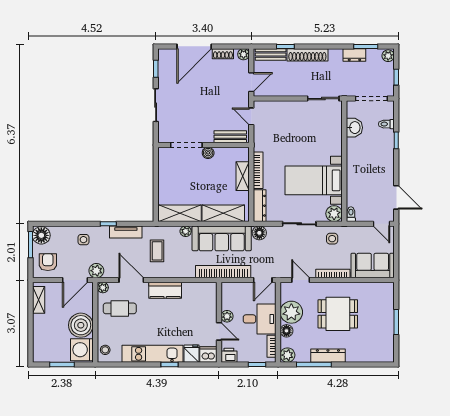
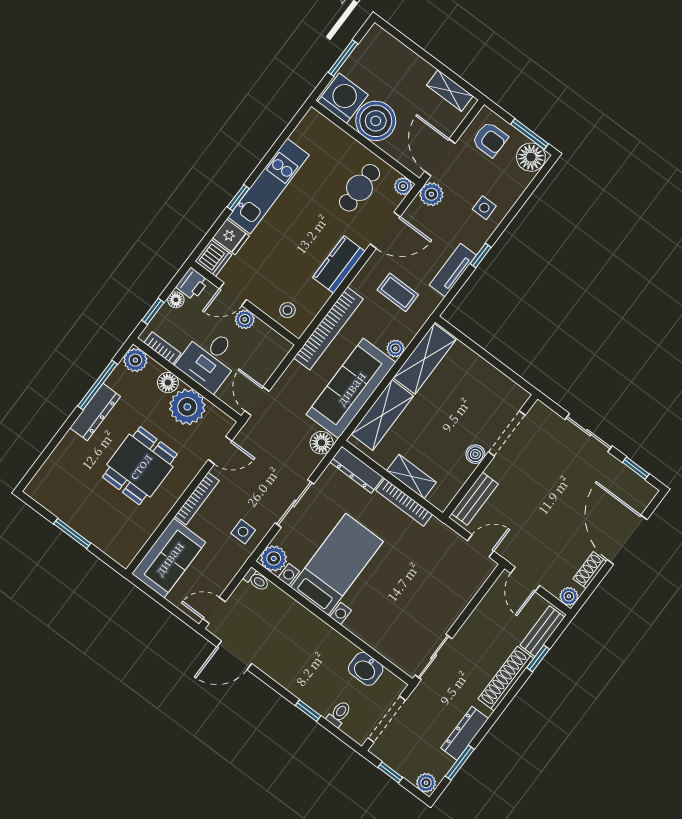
dresser: (354, 55) -> (465, 733), width x1.44
bookcase: (223, 272) -> (328, 328), moved
stool: (105, 350) -> (287, 310), moved
floor lamp: (243, 357) -> (176, 300), added

